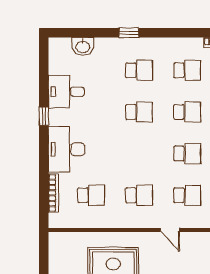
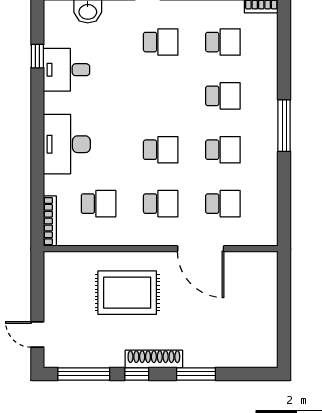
school desk: (139, 112) -> (161, 150), moved
window: (44, 116) -> (37, 56), moved
bookcase: (53, 193) -> (50, 221), moved
door: (170, 230) -> (201, 249), width x1.88

